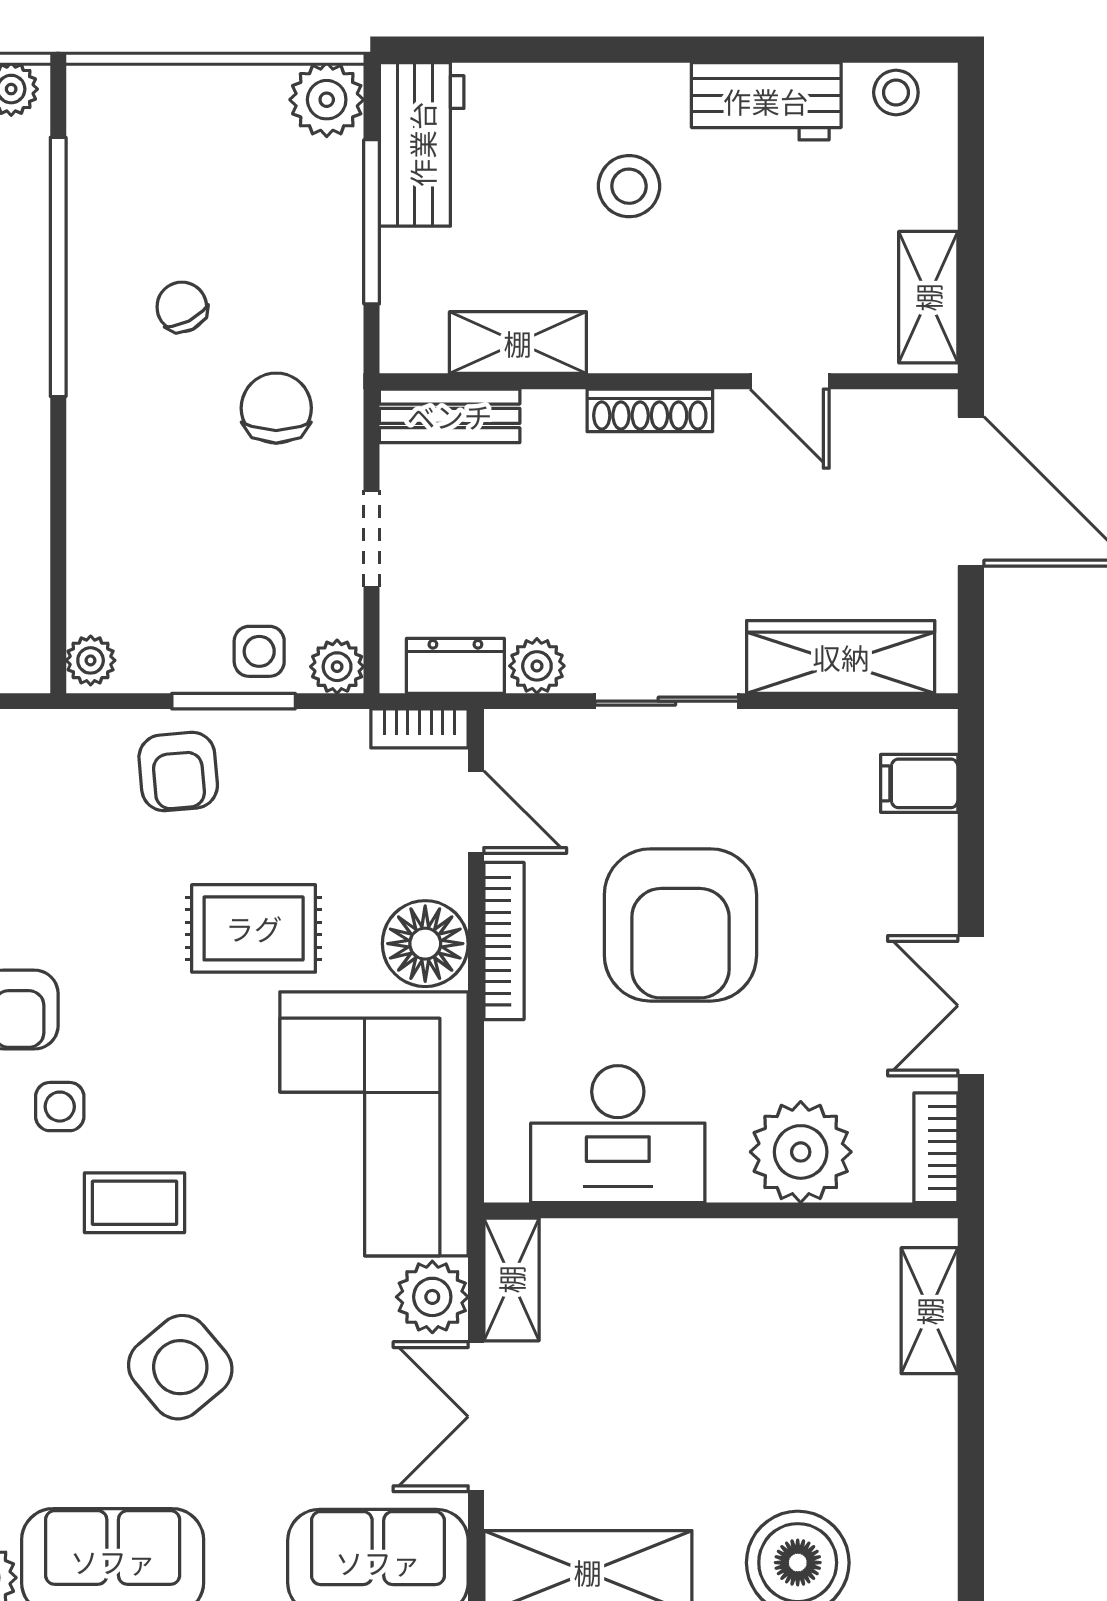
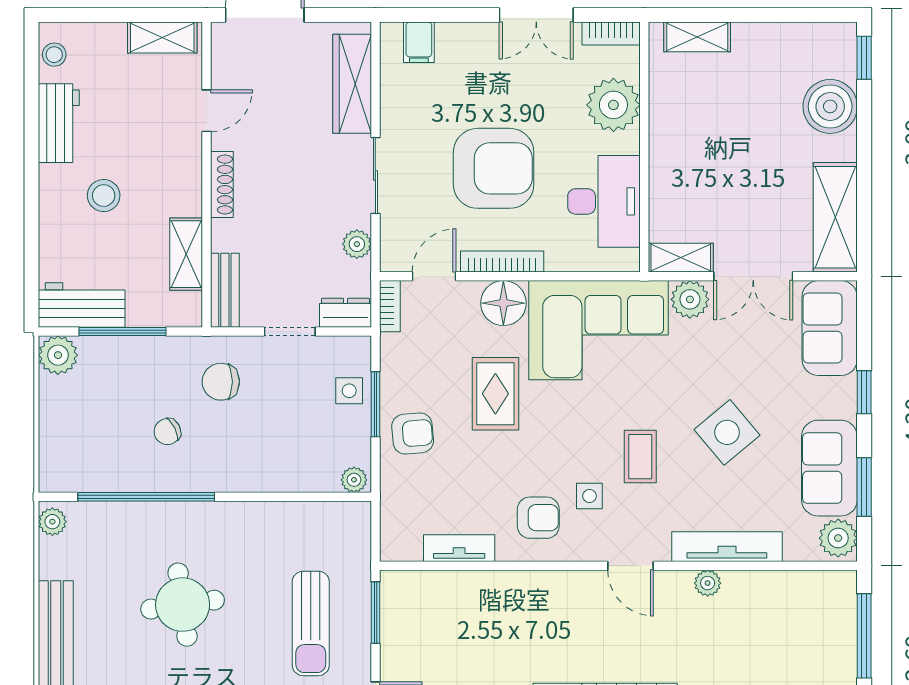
dresser: (455, 666) -> (345, 313), moved, turned 90
plant: (337, 667) -> (357, 350), removed

